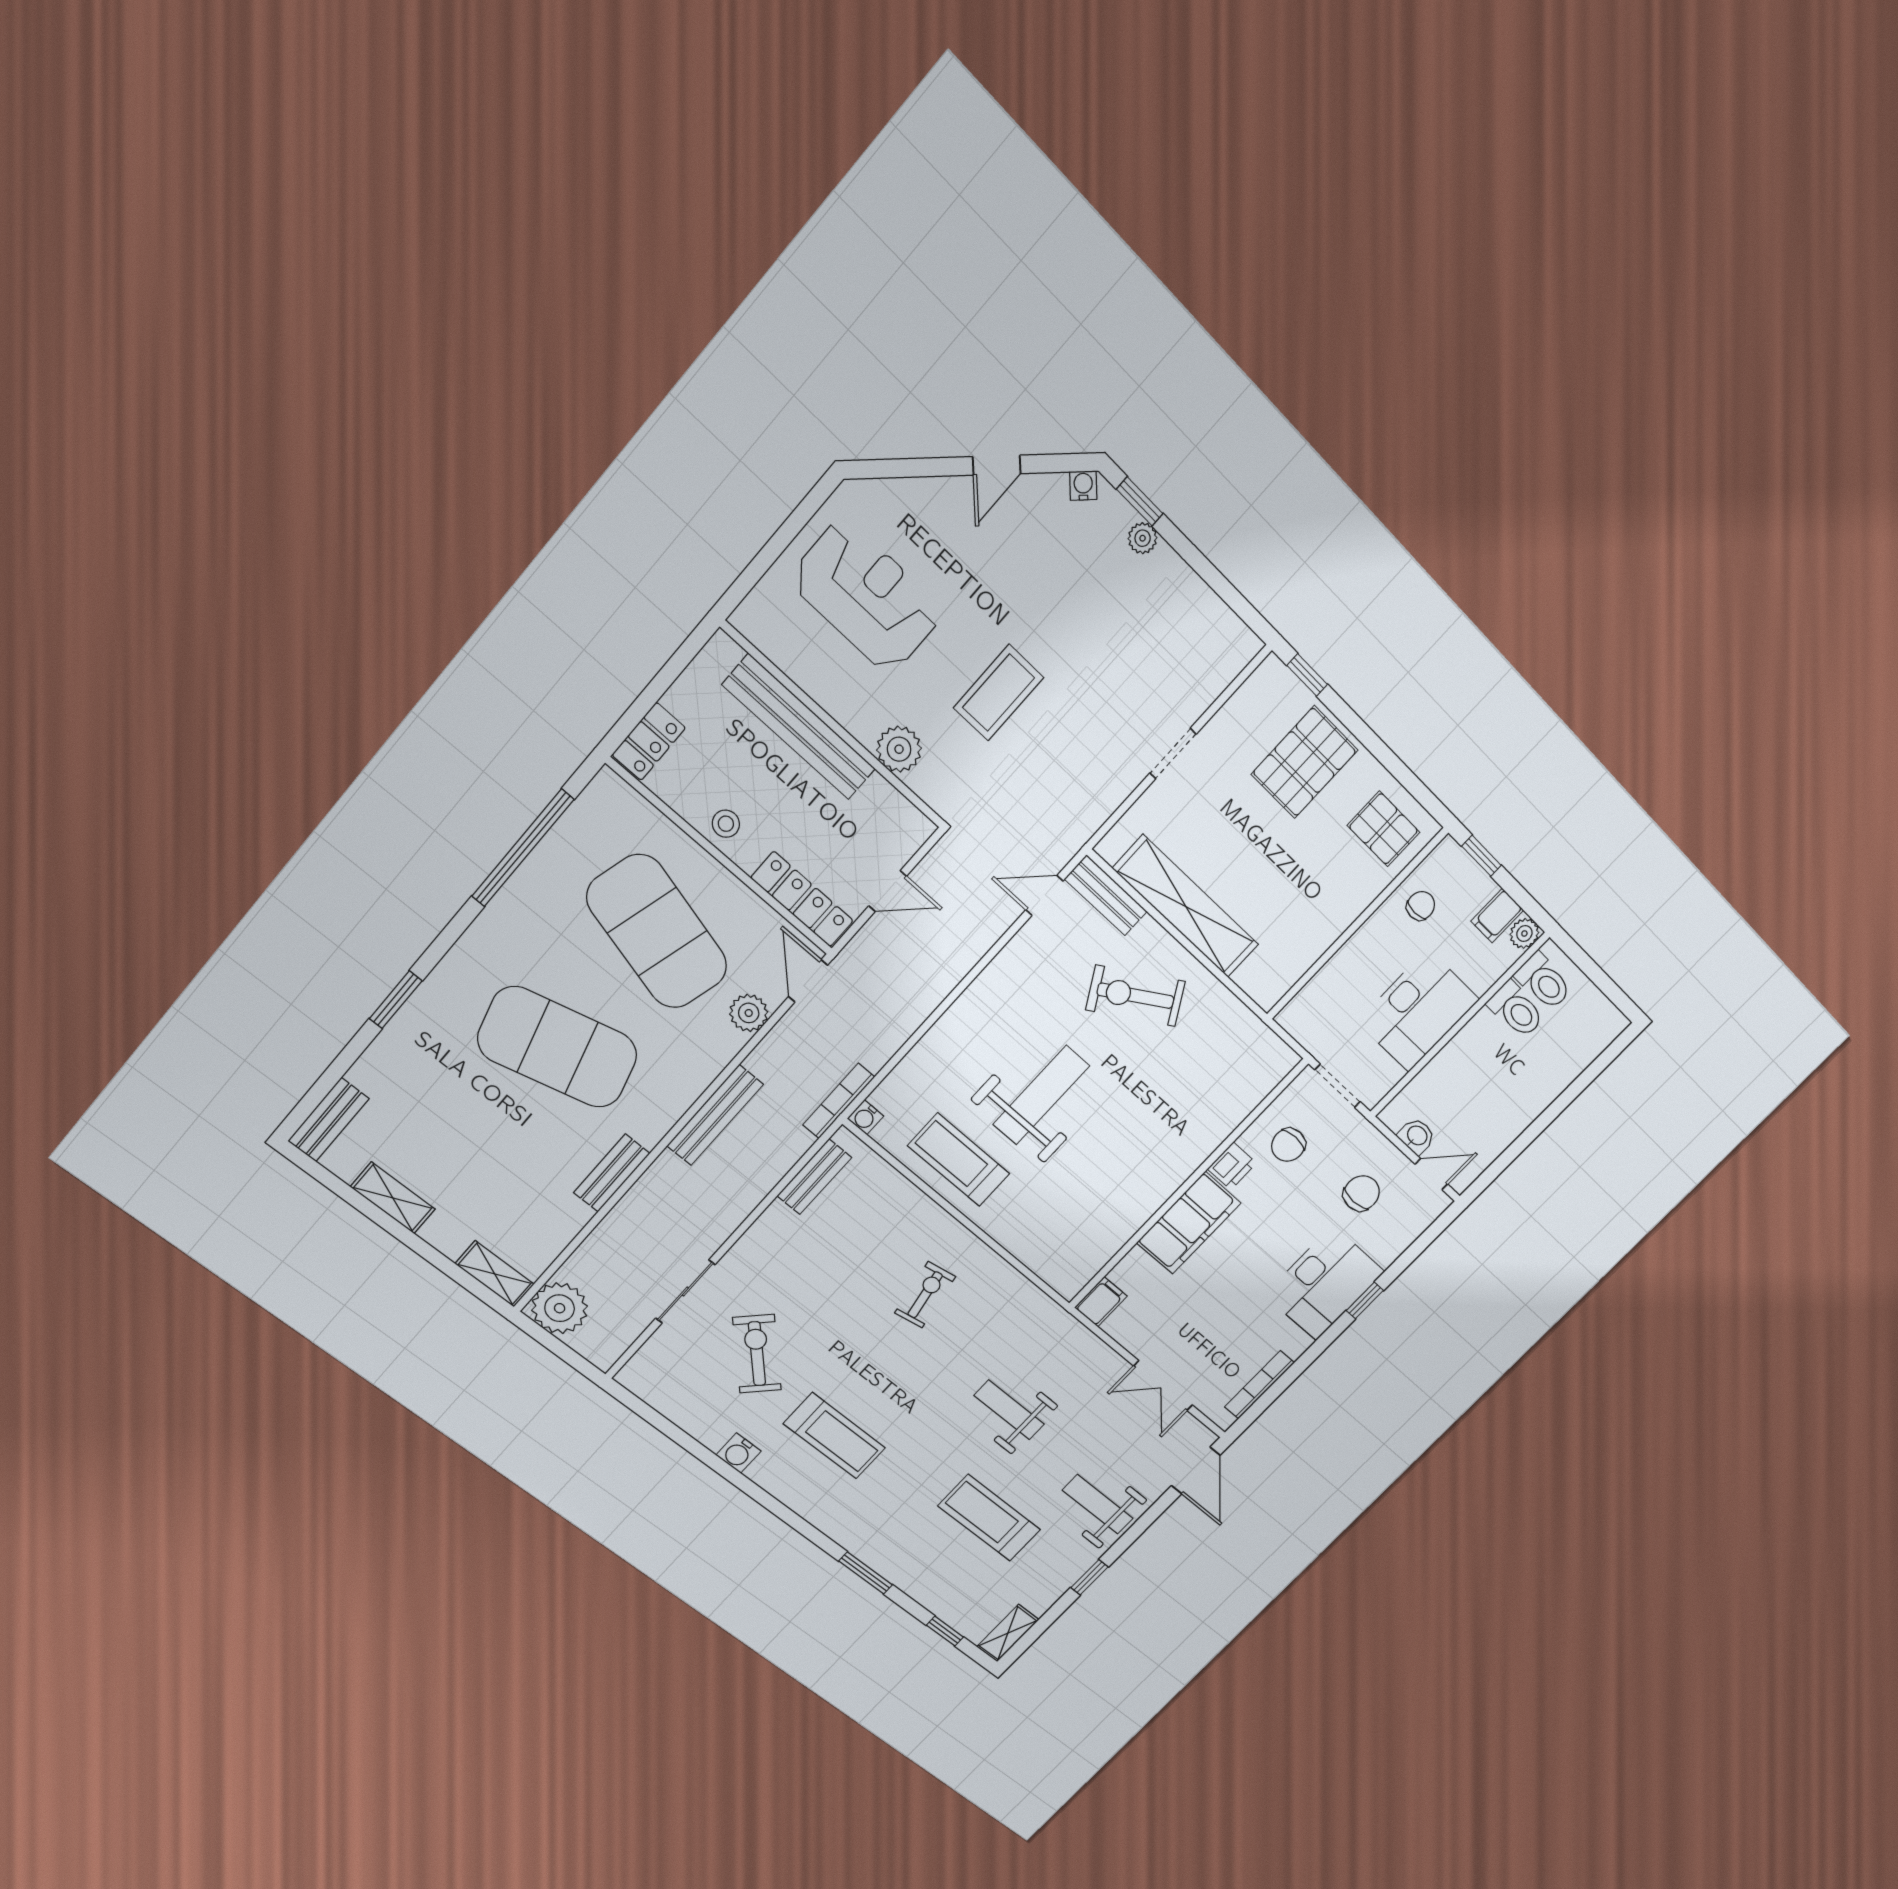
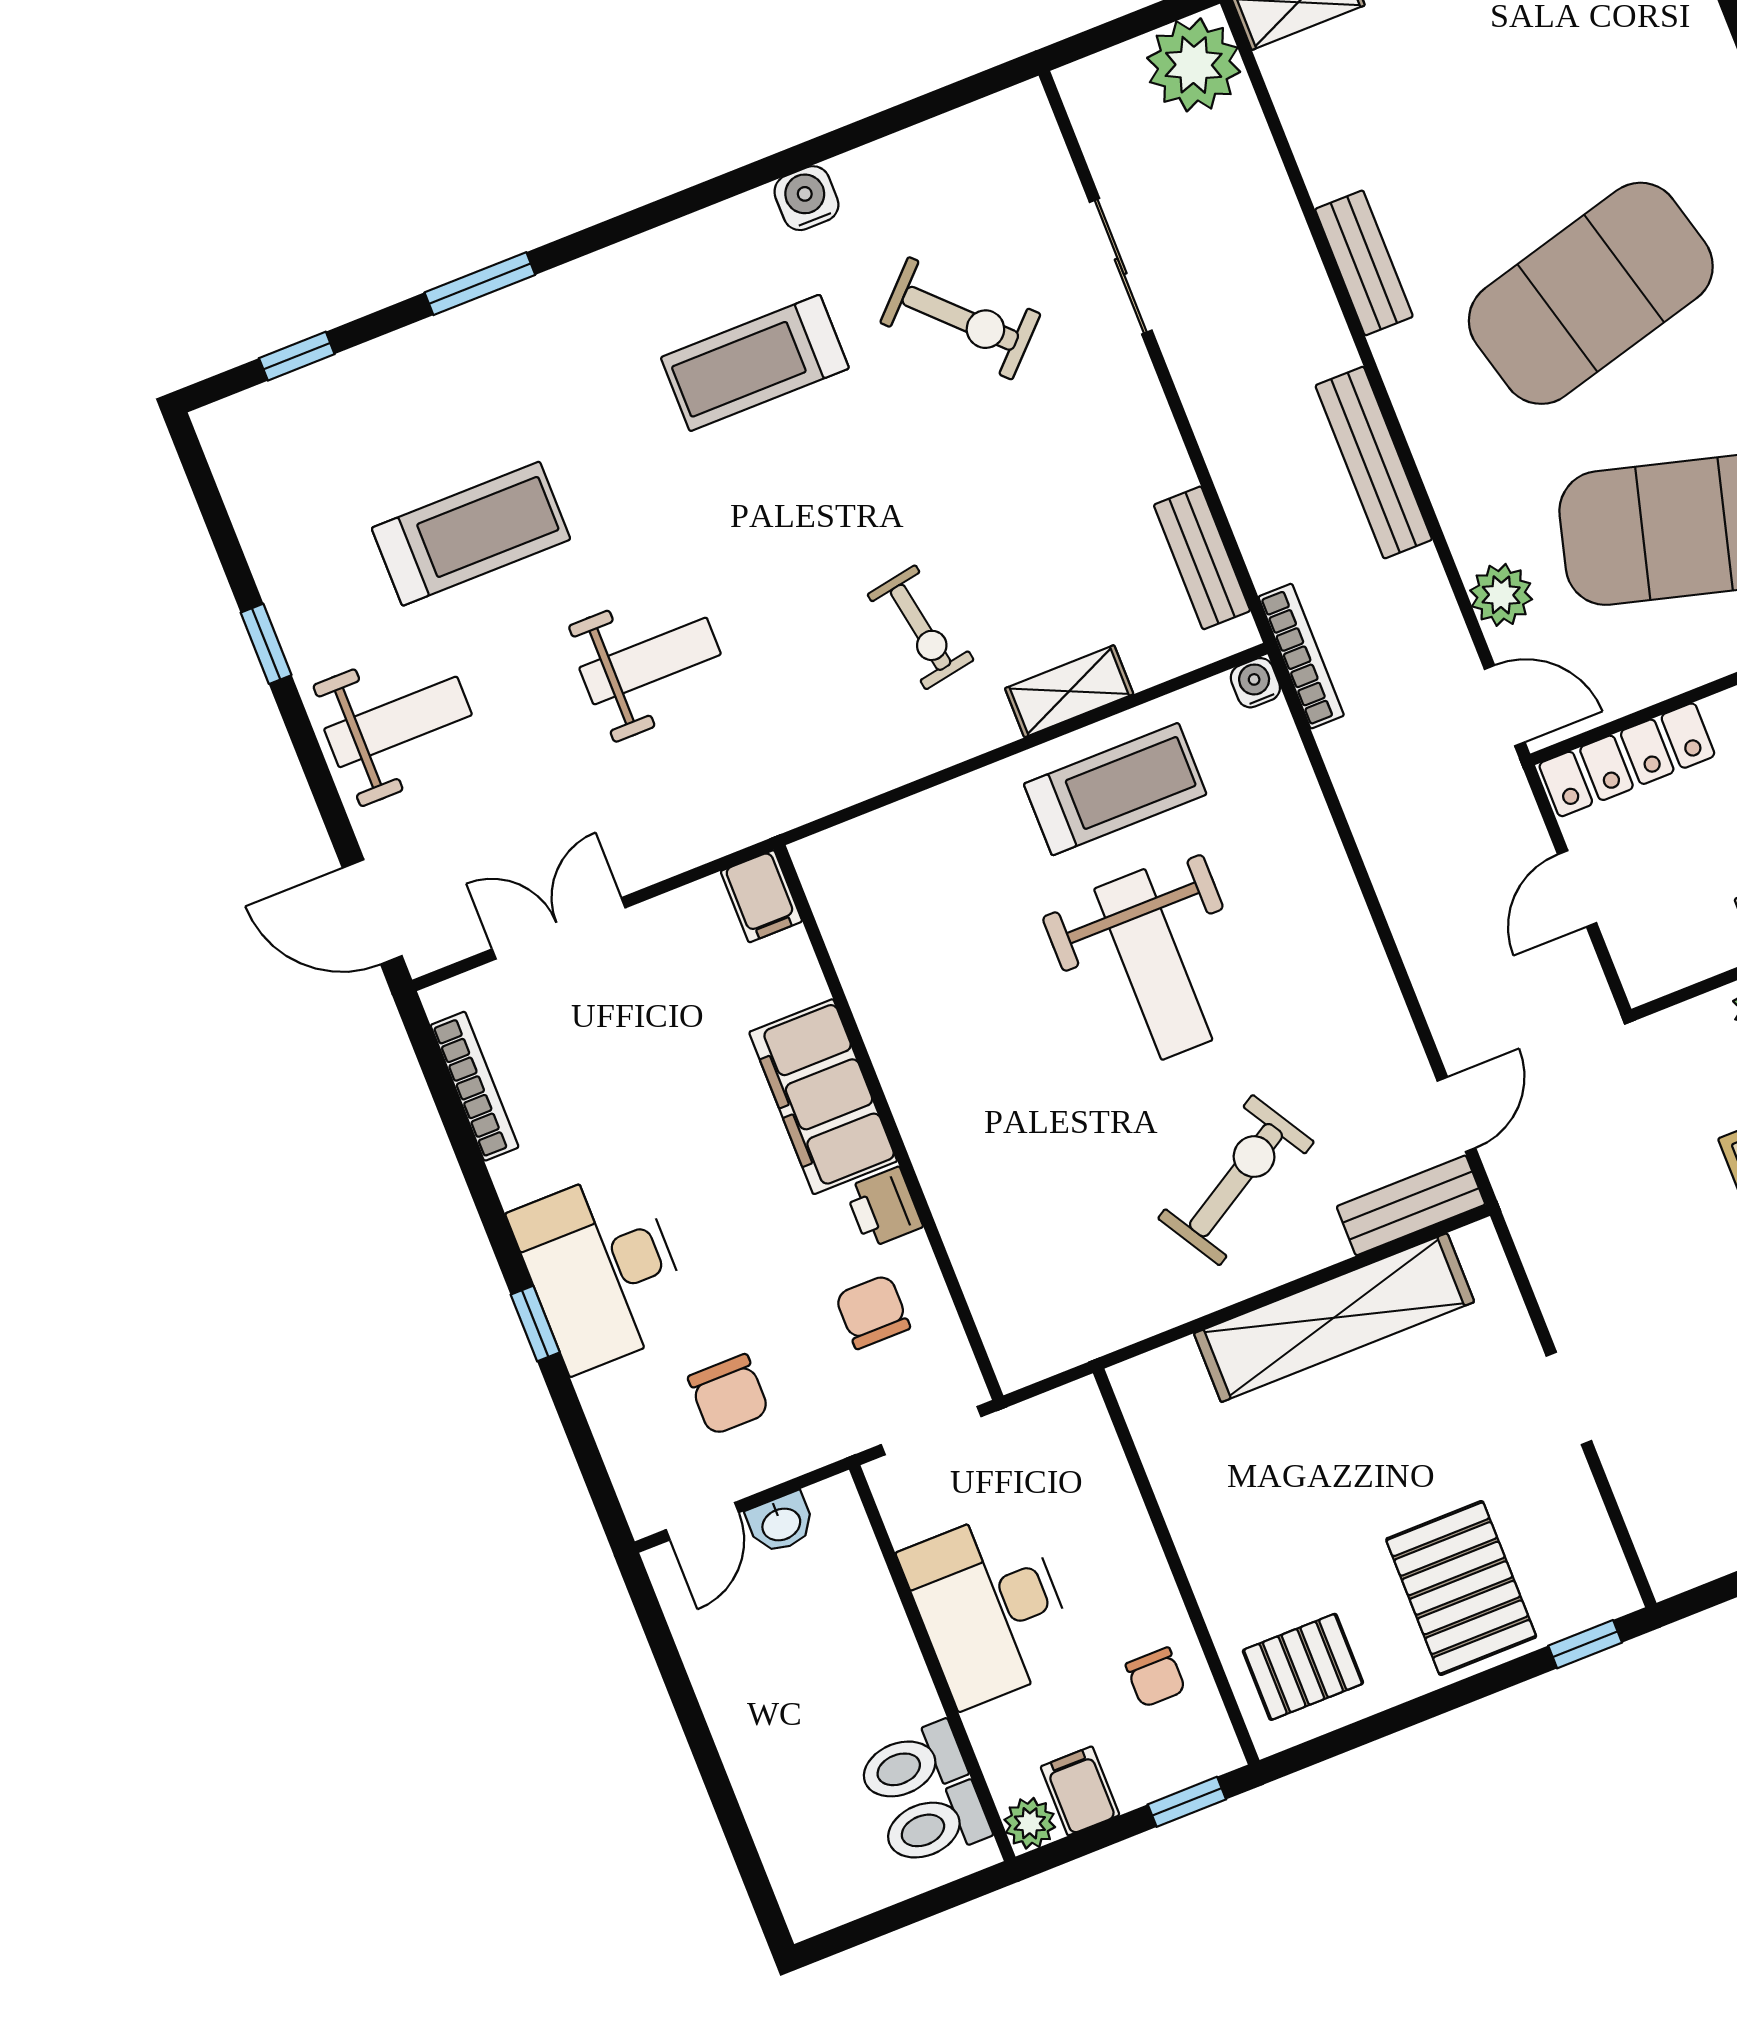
shelving: (1008, 1633) -> (1069, 691), moved, turned 90

